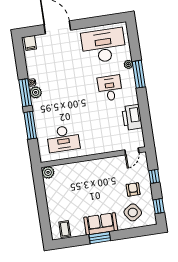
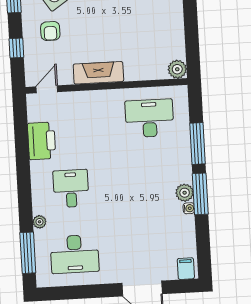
desk: (104, 46) -> (75, 254), width x0.73, depth x0.77
window: (139, 74) -> (28, 253), moved
desk: (110, 88) -> (71, 188), turned 180
fireplace: (99, 165) -> (98, 73), added

